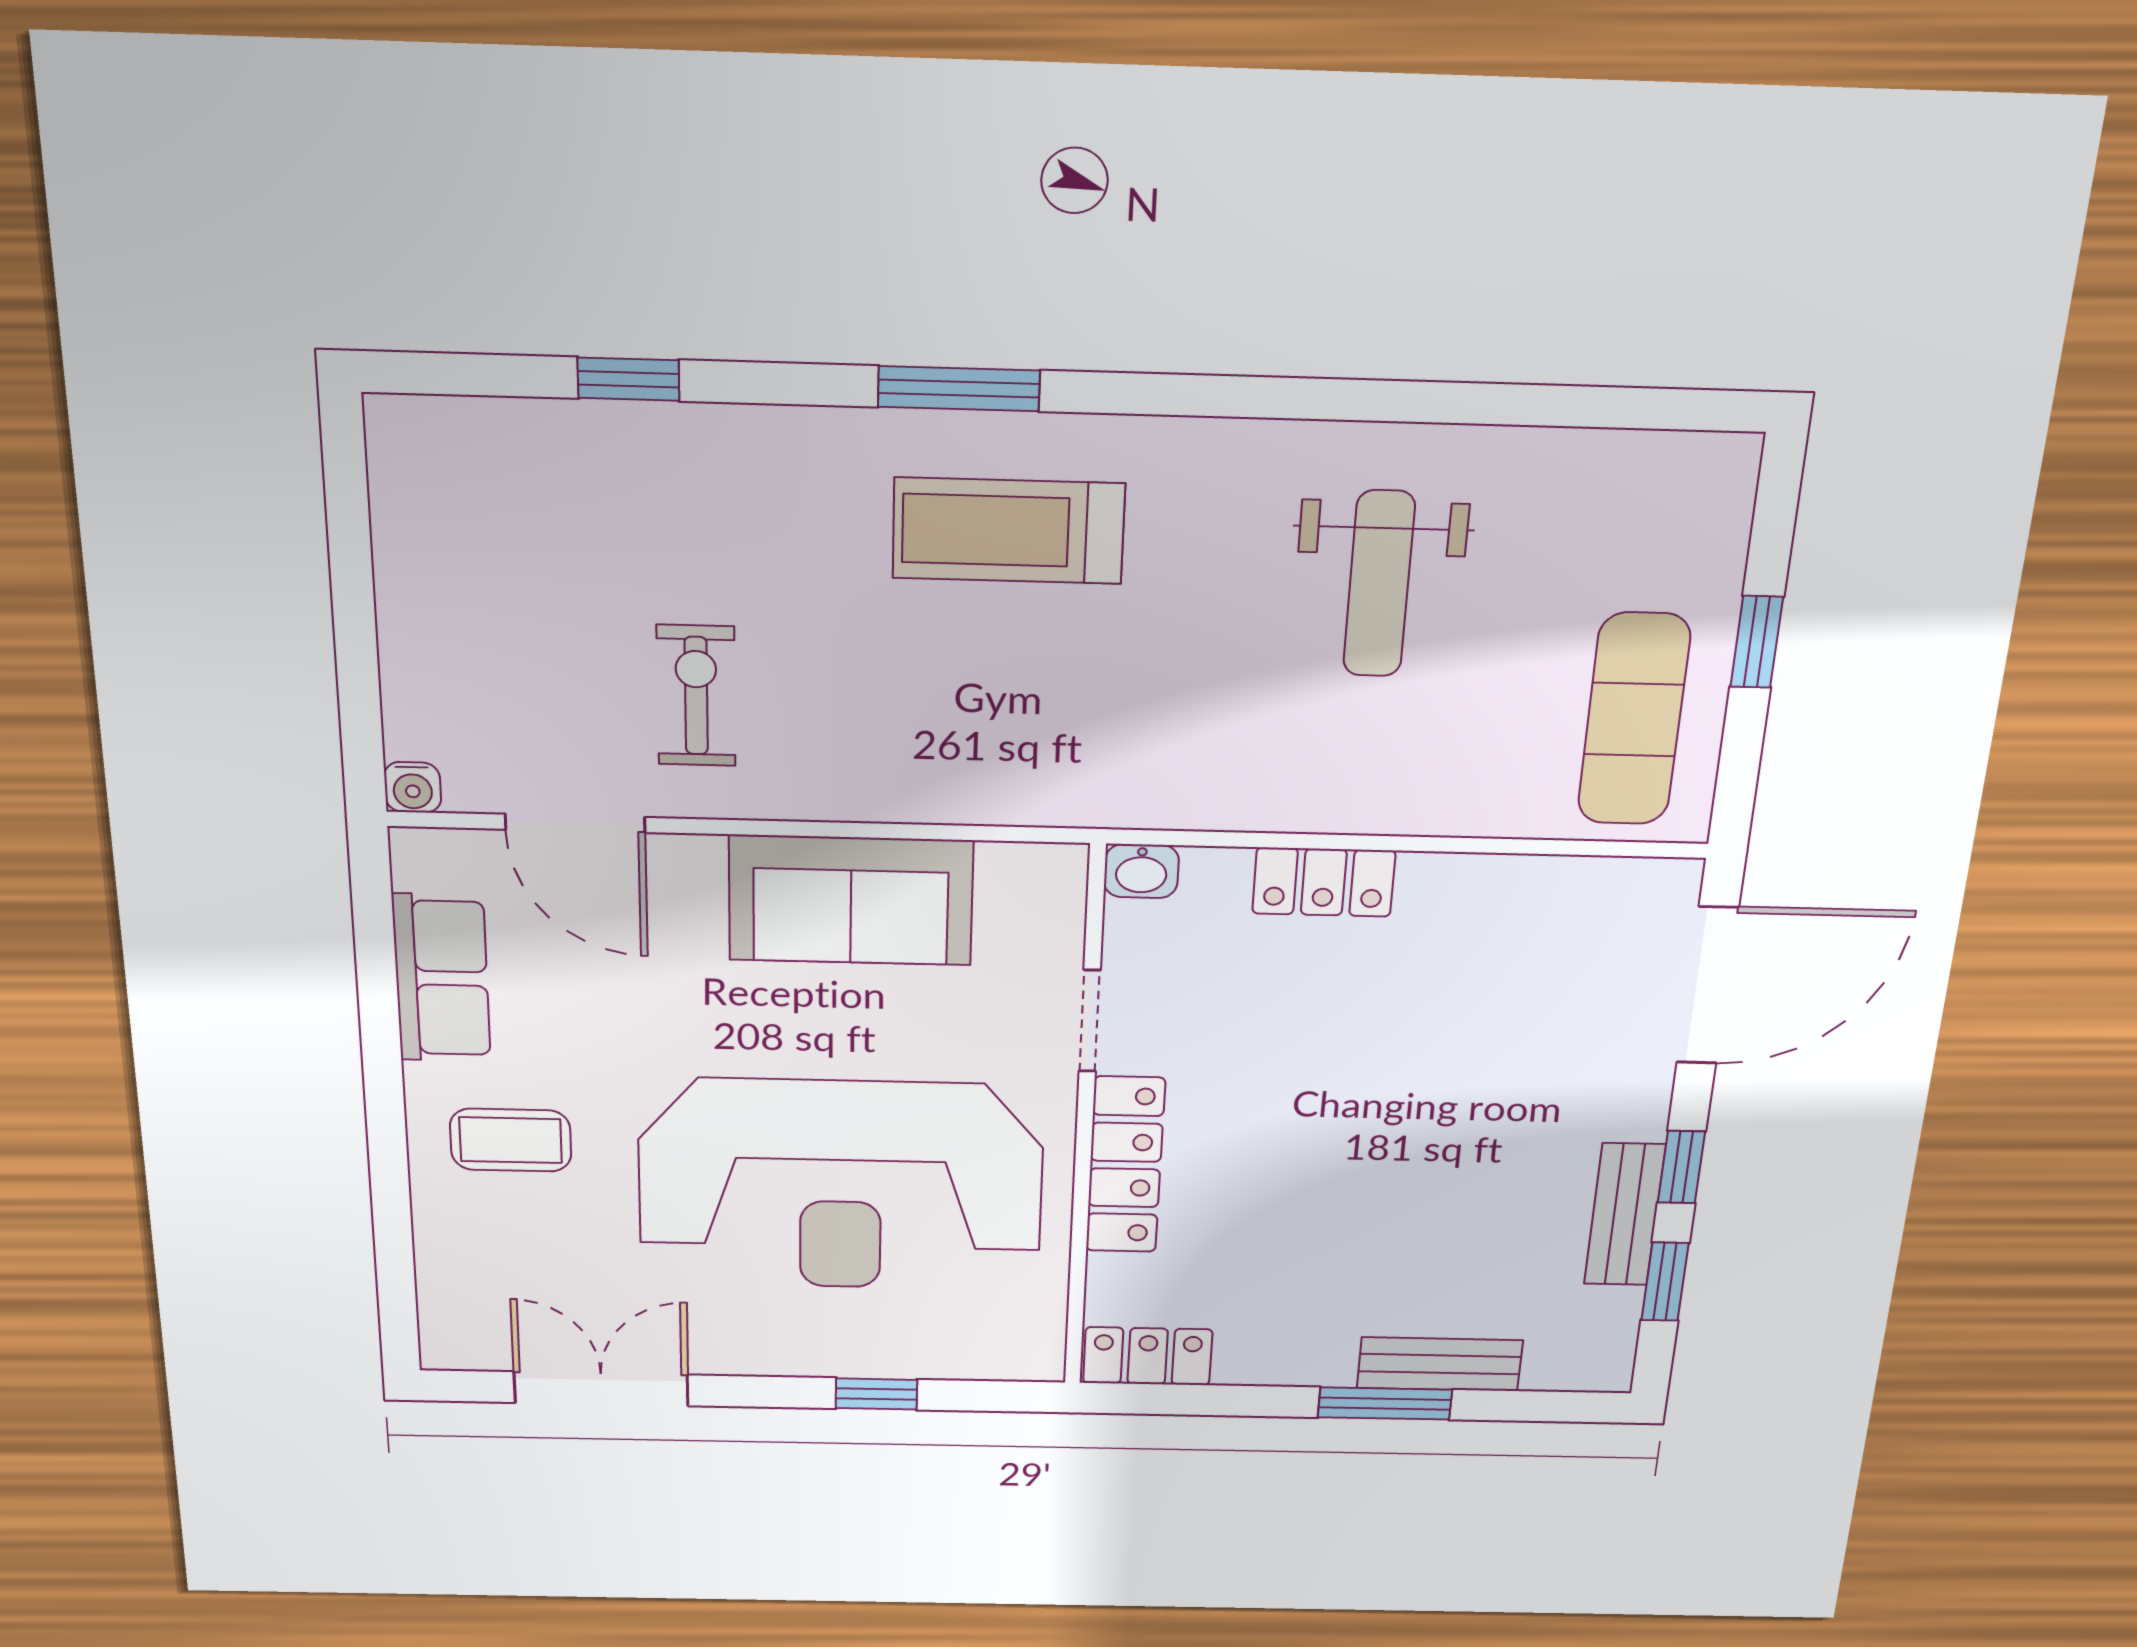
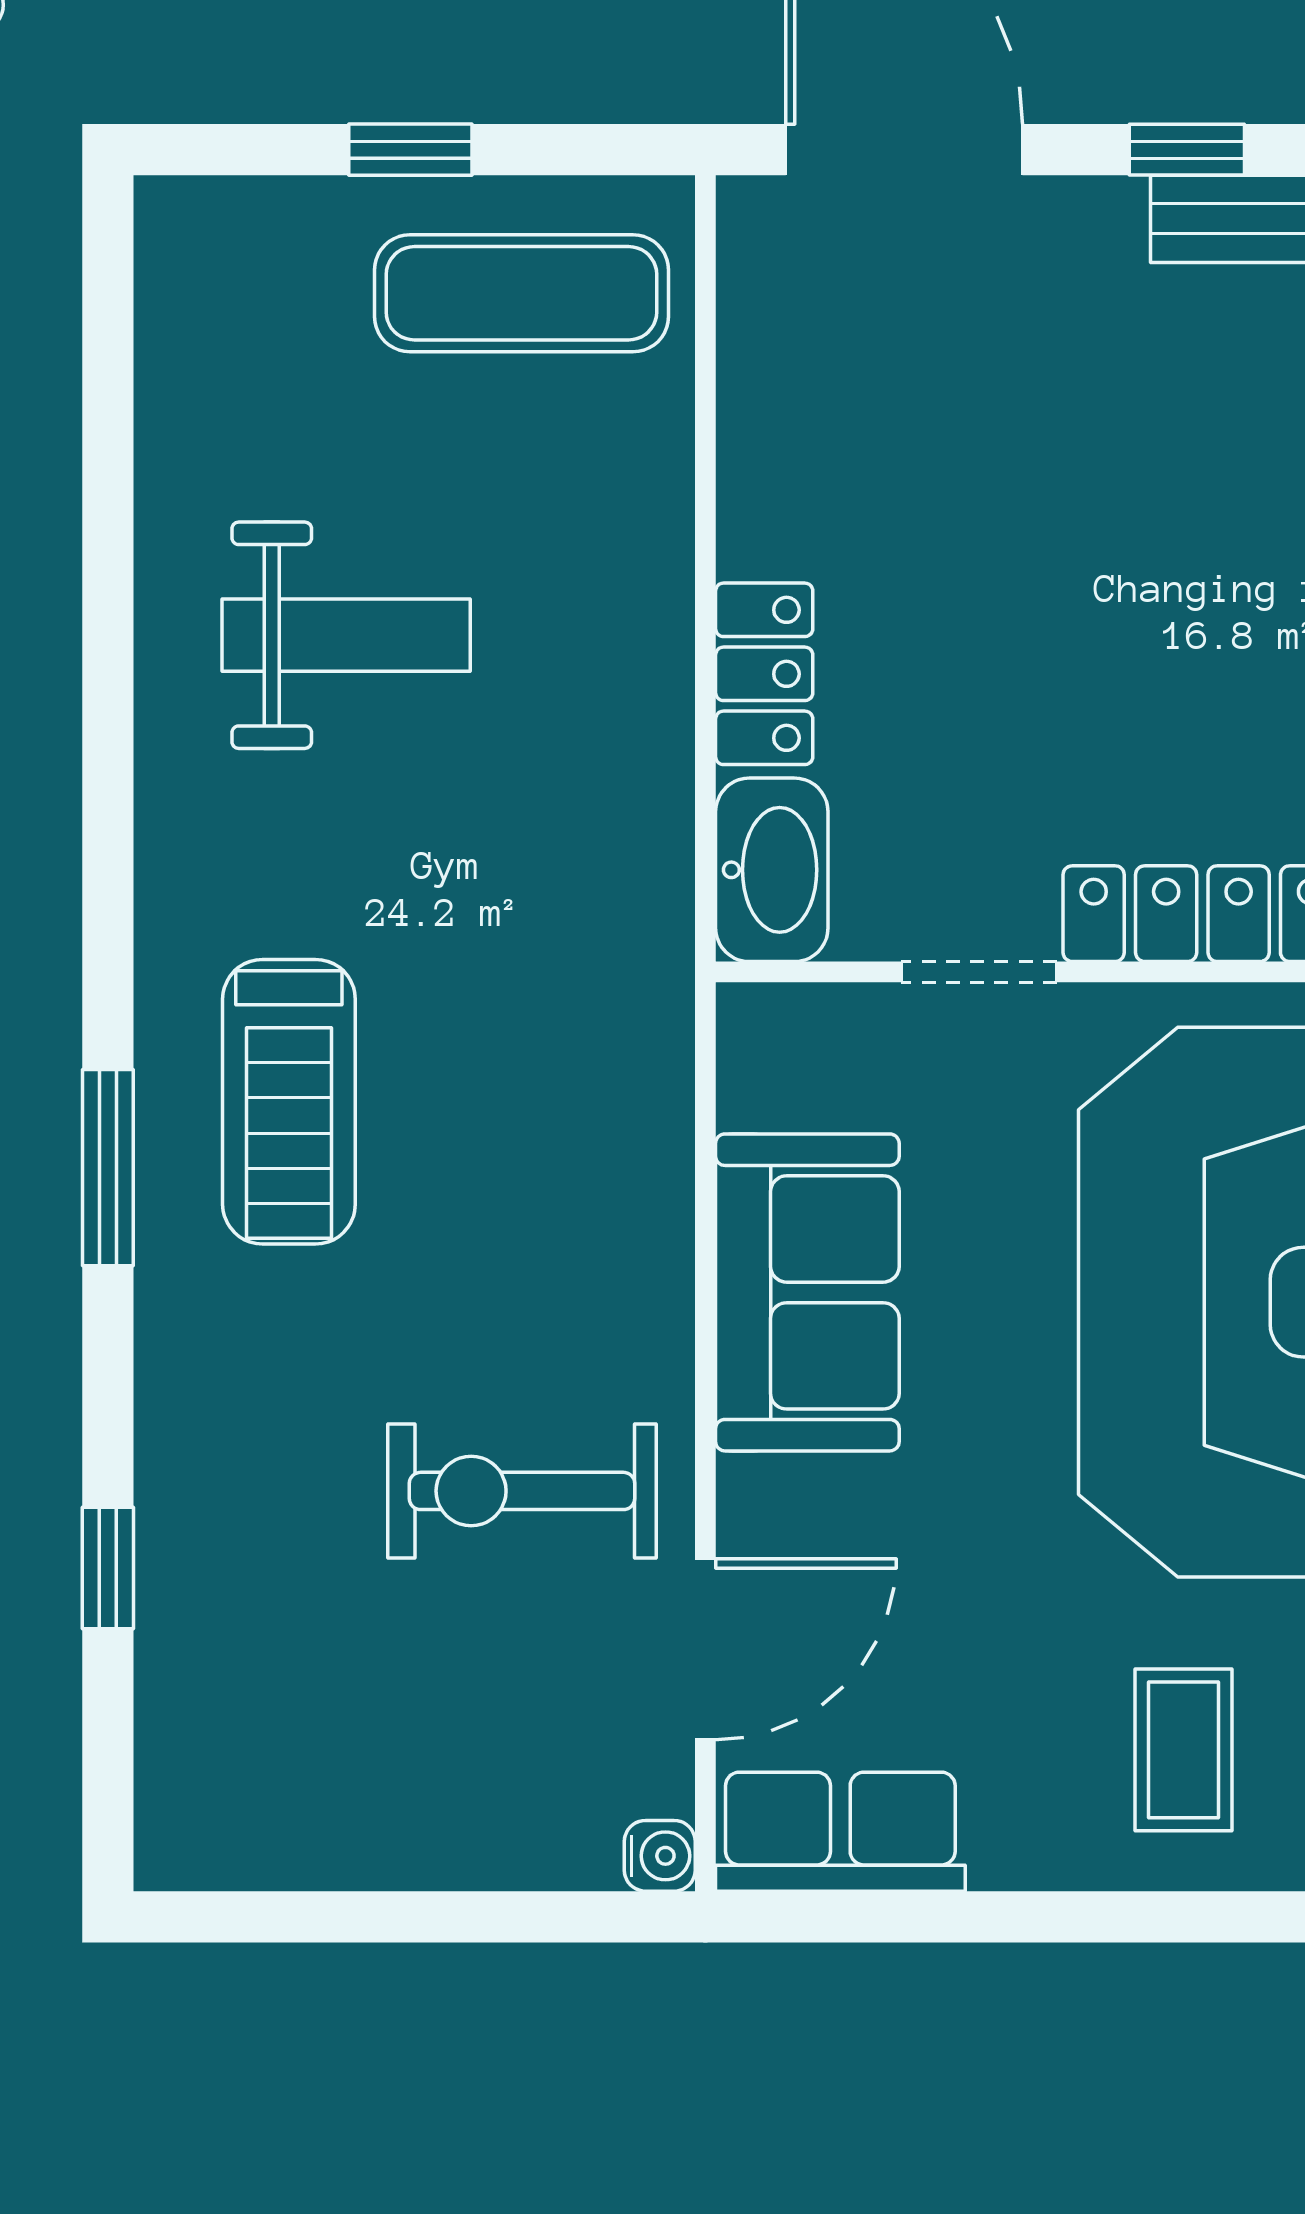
exercise bike: (696, 696) -> (522, 1491), width x1.38, depth x1.39
washbasin: (1141, 871) -> (772, 870), width x1.91, depth x1.45
row of seats: (442, 978) -> (840, 1832), moved

